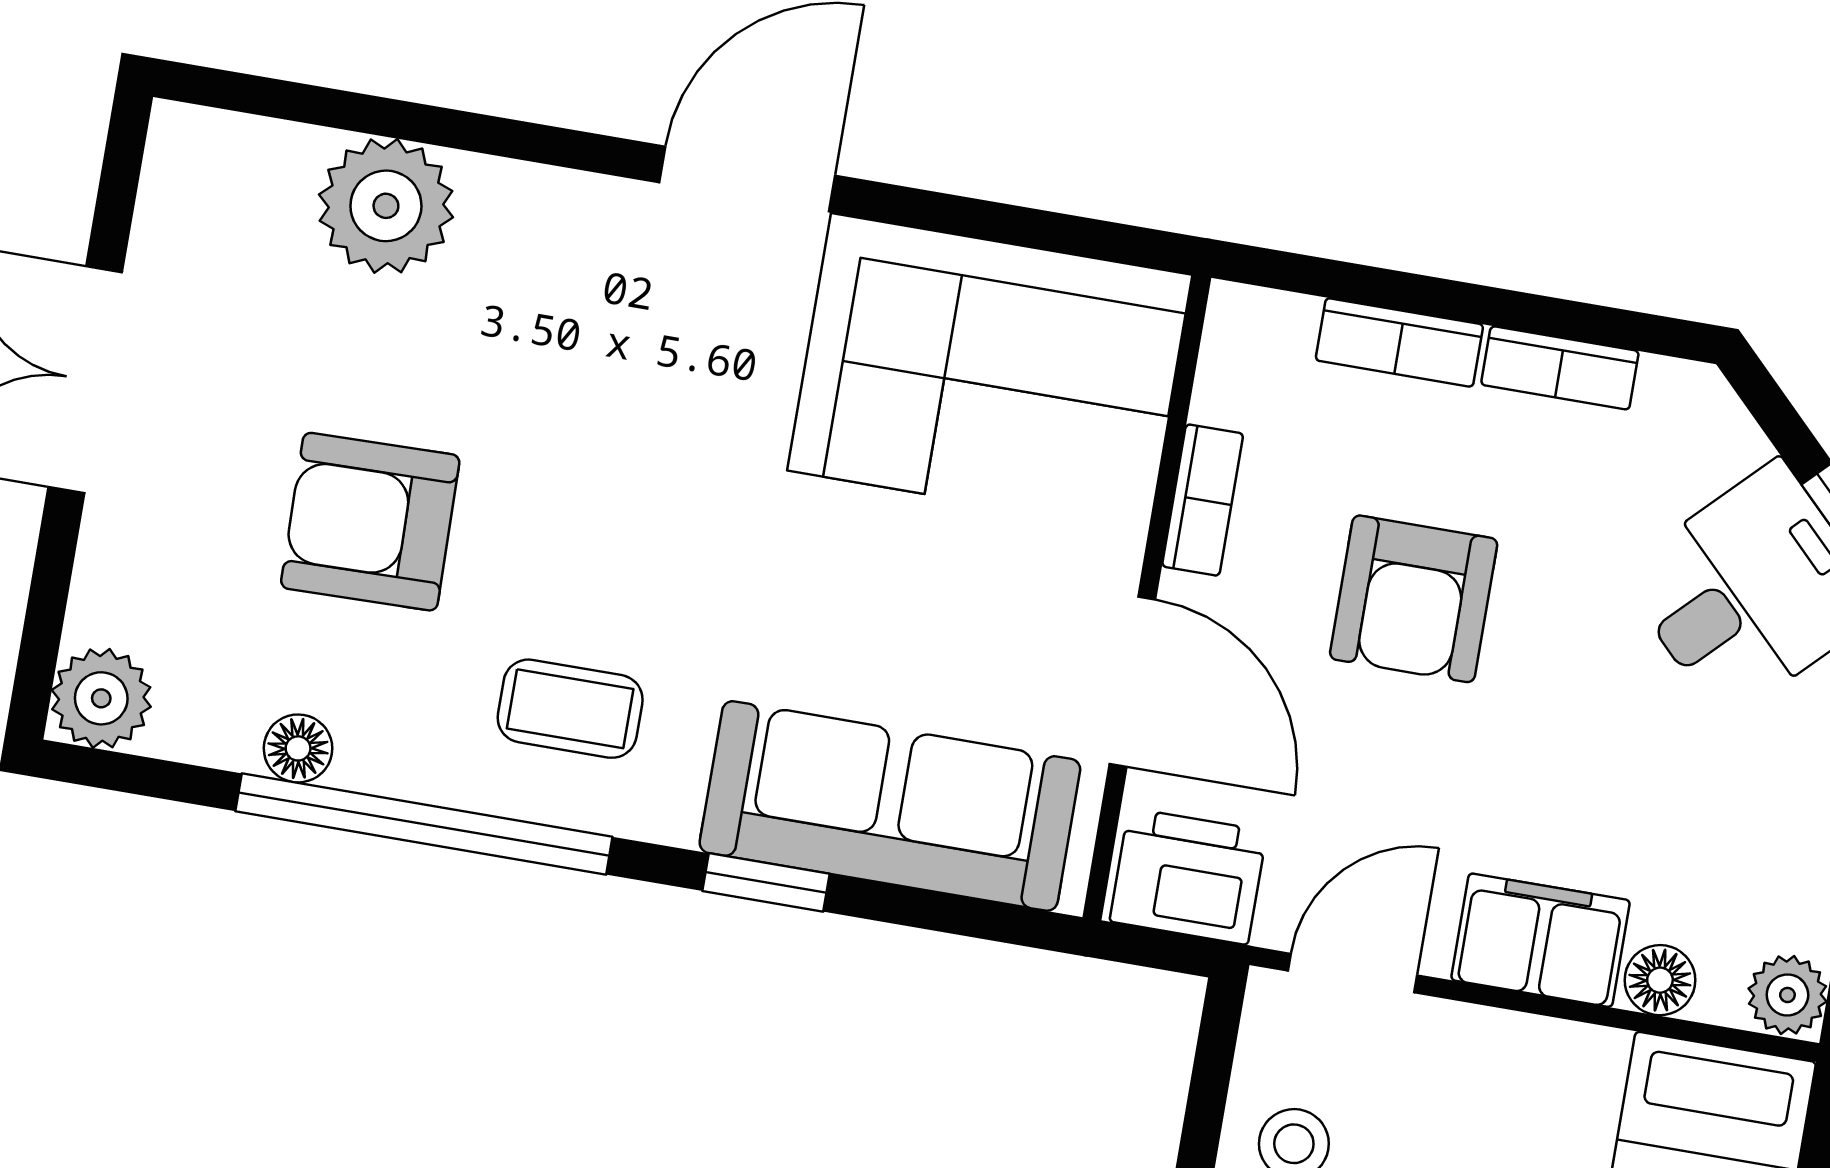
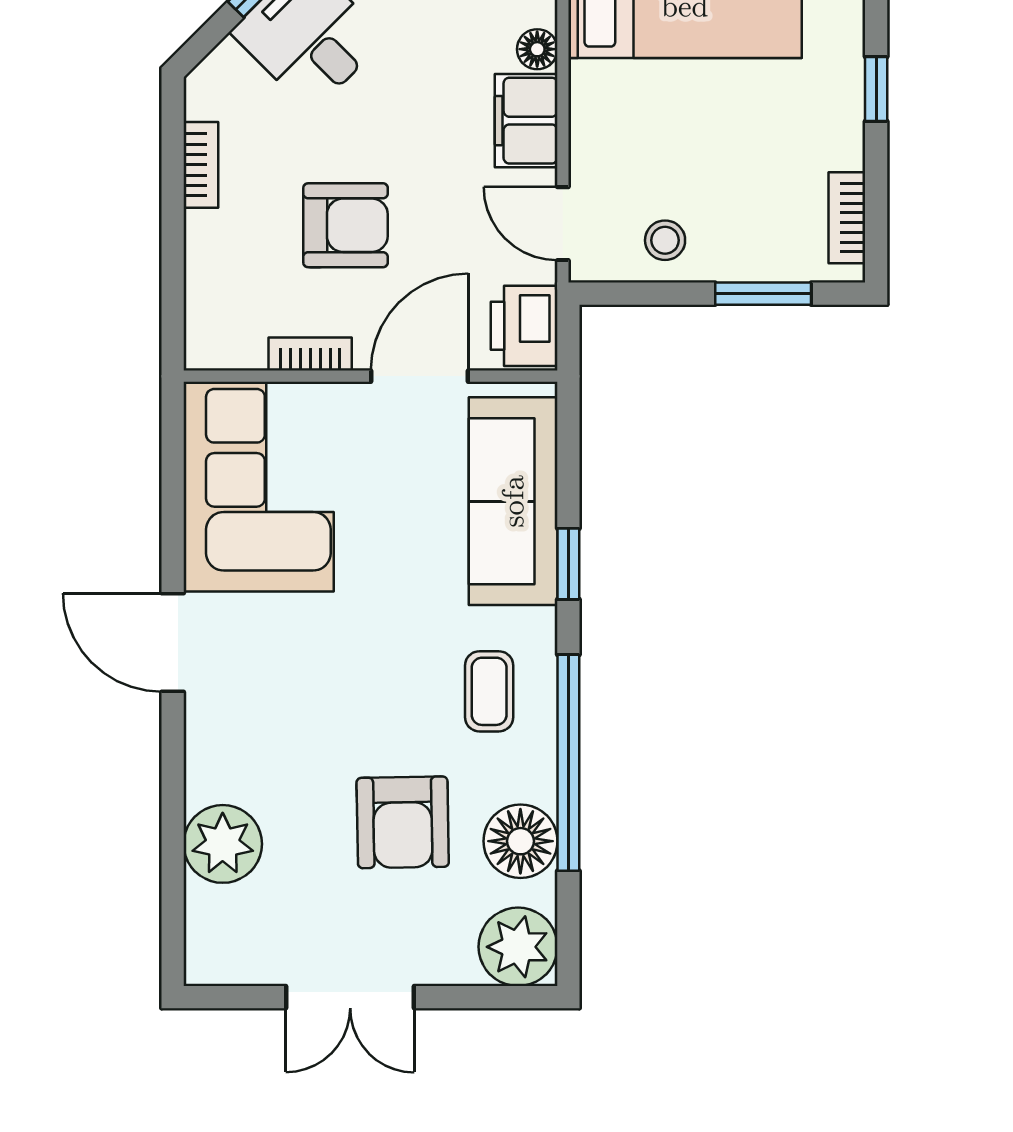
bookcase: (1399, 342) -> (202, 258), removed
plant: (101, 698) -> (518, 947), width x1.36, depth x1.36
floor lamp: (298, 748) -> (520, 841), width x1.89, depth x1.89

